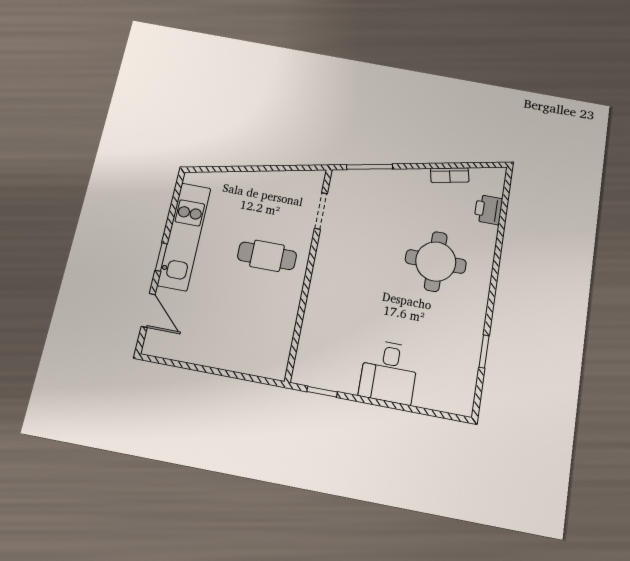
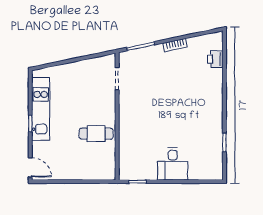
bookcase: (450, 175) -> (175, 45), moved
cafe table: (267, 256) -> (96, 134), moved
round table: (436, 261) -> (189, 96), removed
door: (148, 310) -> (30, 167), moved

